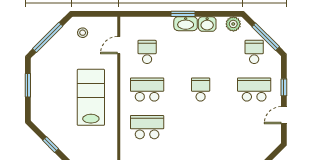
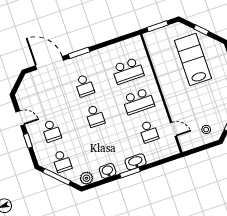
washbasin: (186, 24) -> (136, 162), moved
door: (119, 45) -> (173, 129), hinge flipped
school desk: (254, 90) -> (51, 131), width x0.54
lab bench: (91, 97) -> (193, 60), moved, turned 180
door: (284, 115) -> (20, 118), hinge flipped
school desk: (201, 127) -> (84, 86), added

